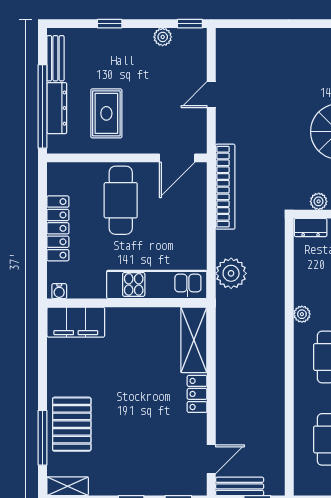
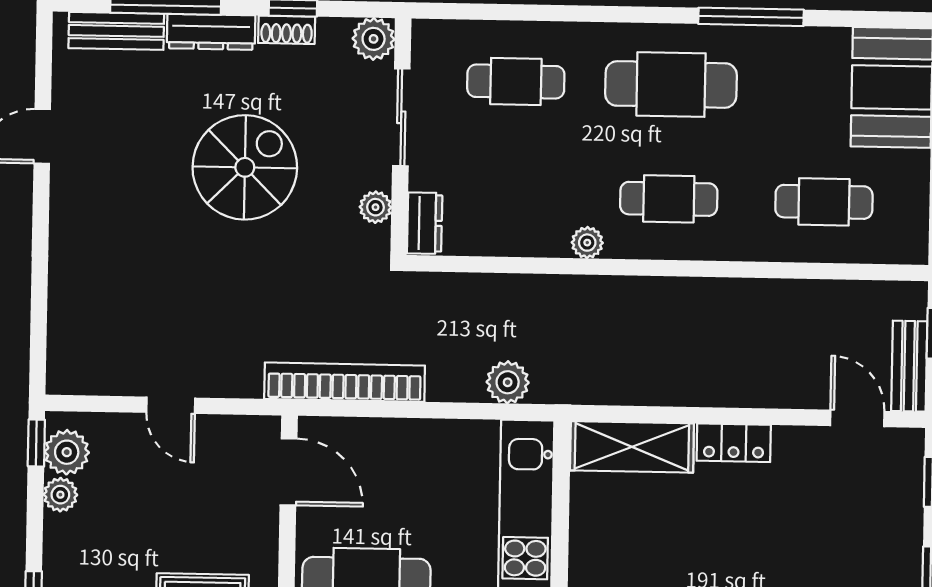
plant: (185, 40) -> (67, 452), added
plant: (231, 273) -> (508, 382), width x0.73, depth x0.73

